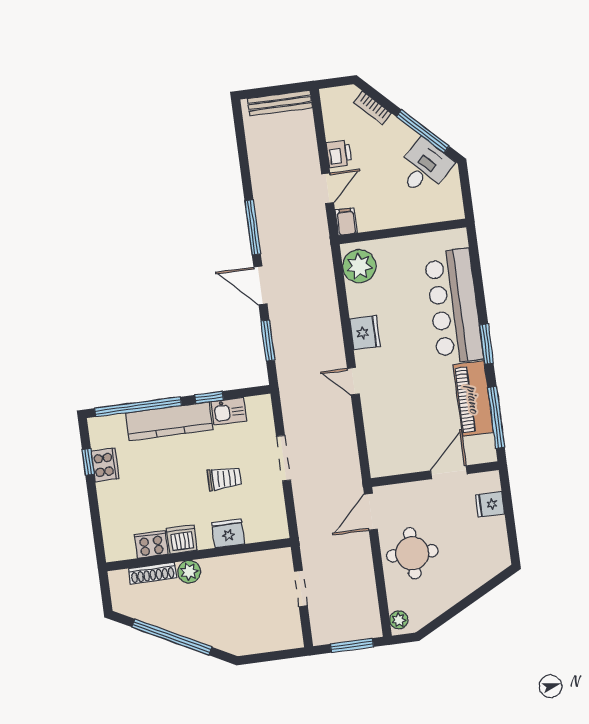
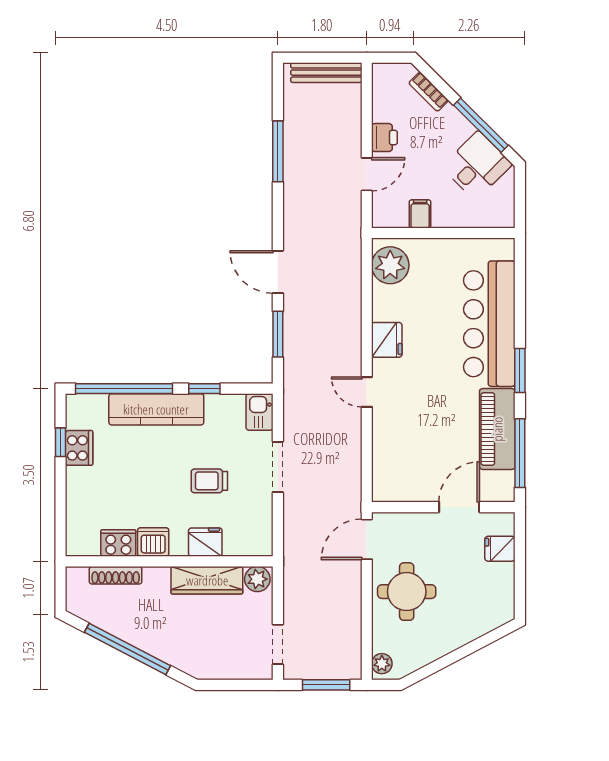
filing cabinet: (346, 222) -> (420, 214), moved
window: (253, 227) -> (278, 151), moved
kitchen sink: (229, 411) -> (260, 412), moved, turned 90
trolley: (224, 479) -> (209, 481), turned 180
wardrobe: (234, 567) -> (207, 580), added
plant: (189, 572) -> (257, 579), moved
doorway: (301, 589) -> (278, 644), moved

